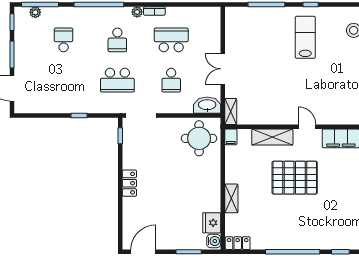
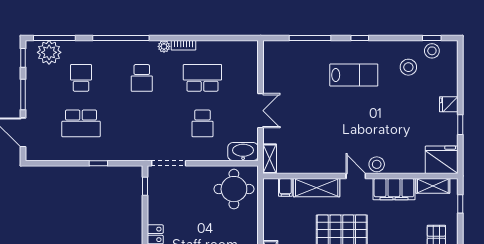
plant: (35, 12) -> (49, 52), width x1.87, depth x1.87
lab bench: (305, 37) -> (354, 75), turned 90
double door: (223, 69) -> (261, 111), swing flipped
school desk: (117, 80) -> (81, 123), moved
stool: (326, 116) -> (377, 164), added
filing cabinet: (231, 137) -> (285, 187), moved

